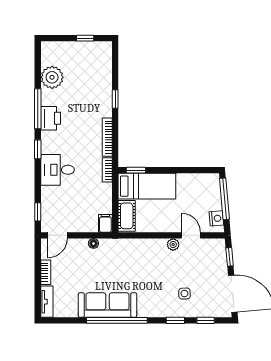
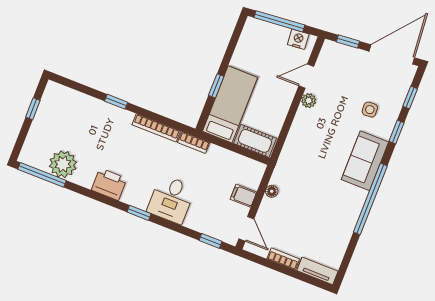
window: (38, 109) -> (42, 175), moved
window: (136, 170) -> (216, 86), moved
filing cabinet: (105, 223) -> (243, 196), moved
sofa: (108, 305) -> (365, 161), moved, width x0.73

